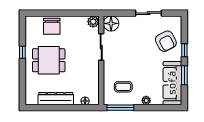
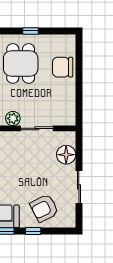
plant: (93, 22) -> (13, 118), moved
floor lamp: (111, 23) -> (66, 155), moved

